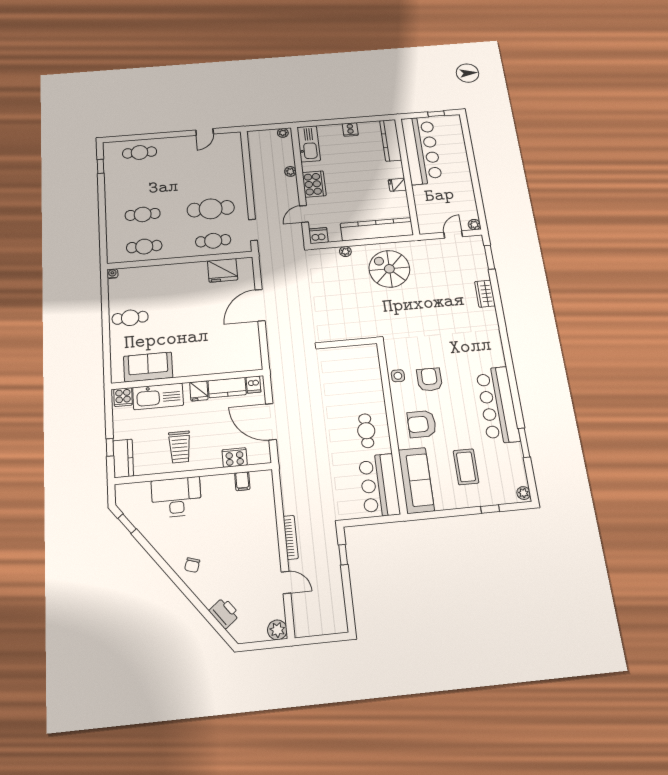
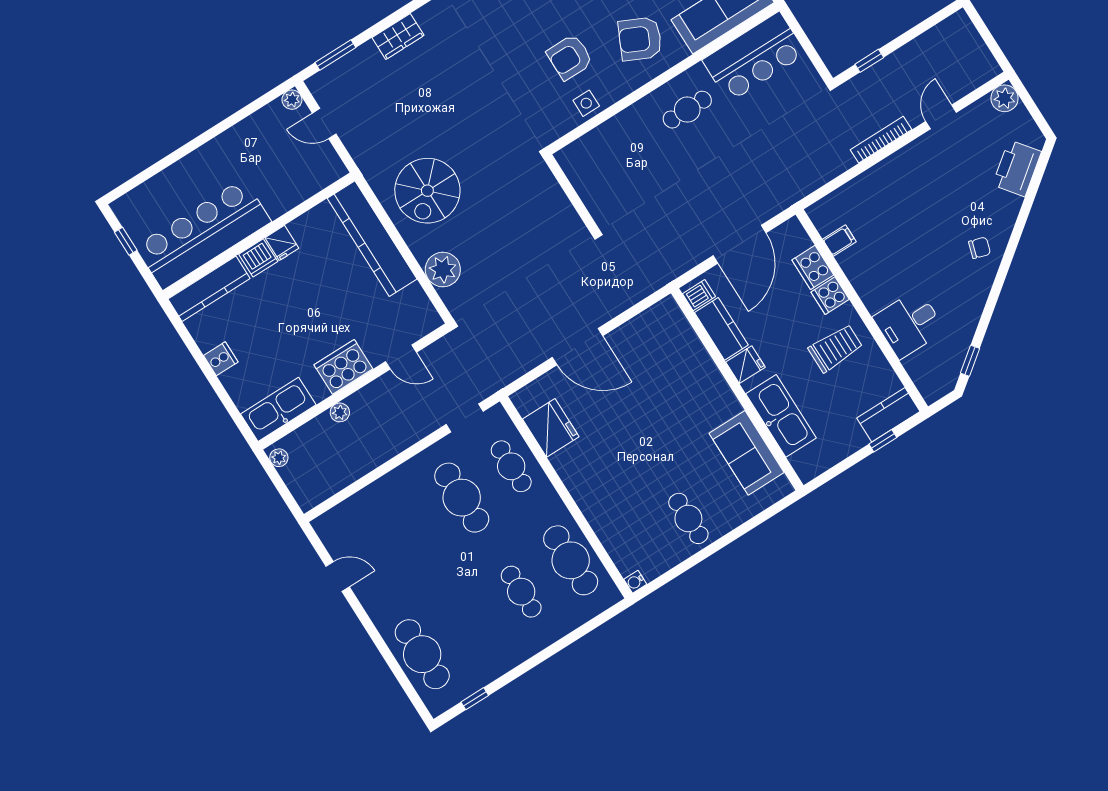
cafe table: (140, 152) -> (422, 654), width x1.37, depth x1.35
dishwasher: (318, 236) -> (258, 258), moved, turned -90
cafe table: (144, 247) -> (571, 560), width x1.37, depth x1.35
plant: (345, 251) -> (443, 270), width x1.88, depth x1.88
cooker: (123, 397) -> (830, 296), moved, turned 180
armchair: (422, 424) -> (640, 39), turned 115
desk: (176, 497) -> (909, 324), width x0.73
printer: (224, 613) -> (1017, 168), width x1.37, depth x1.19

